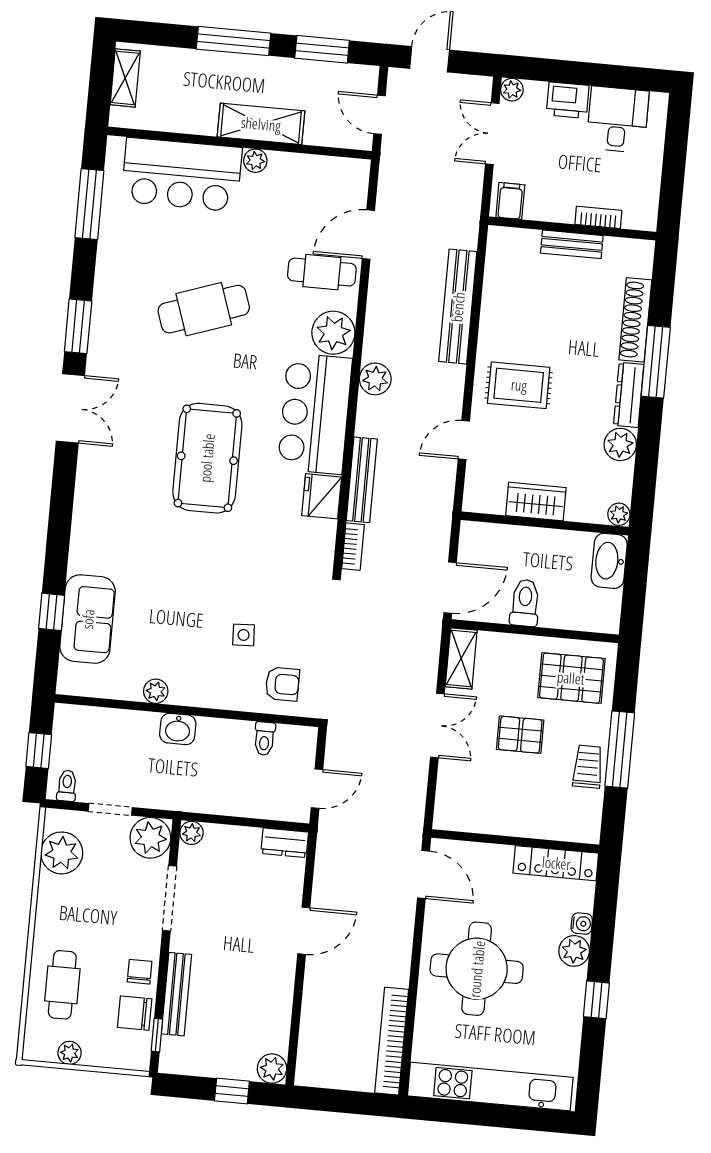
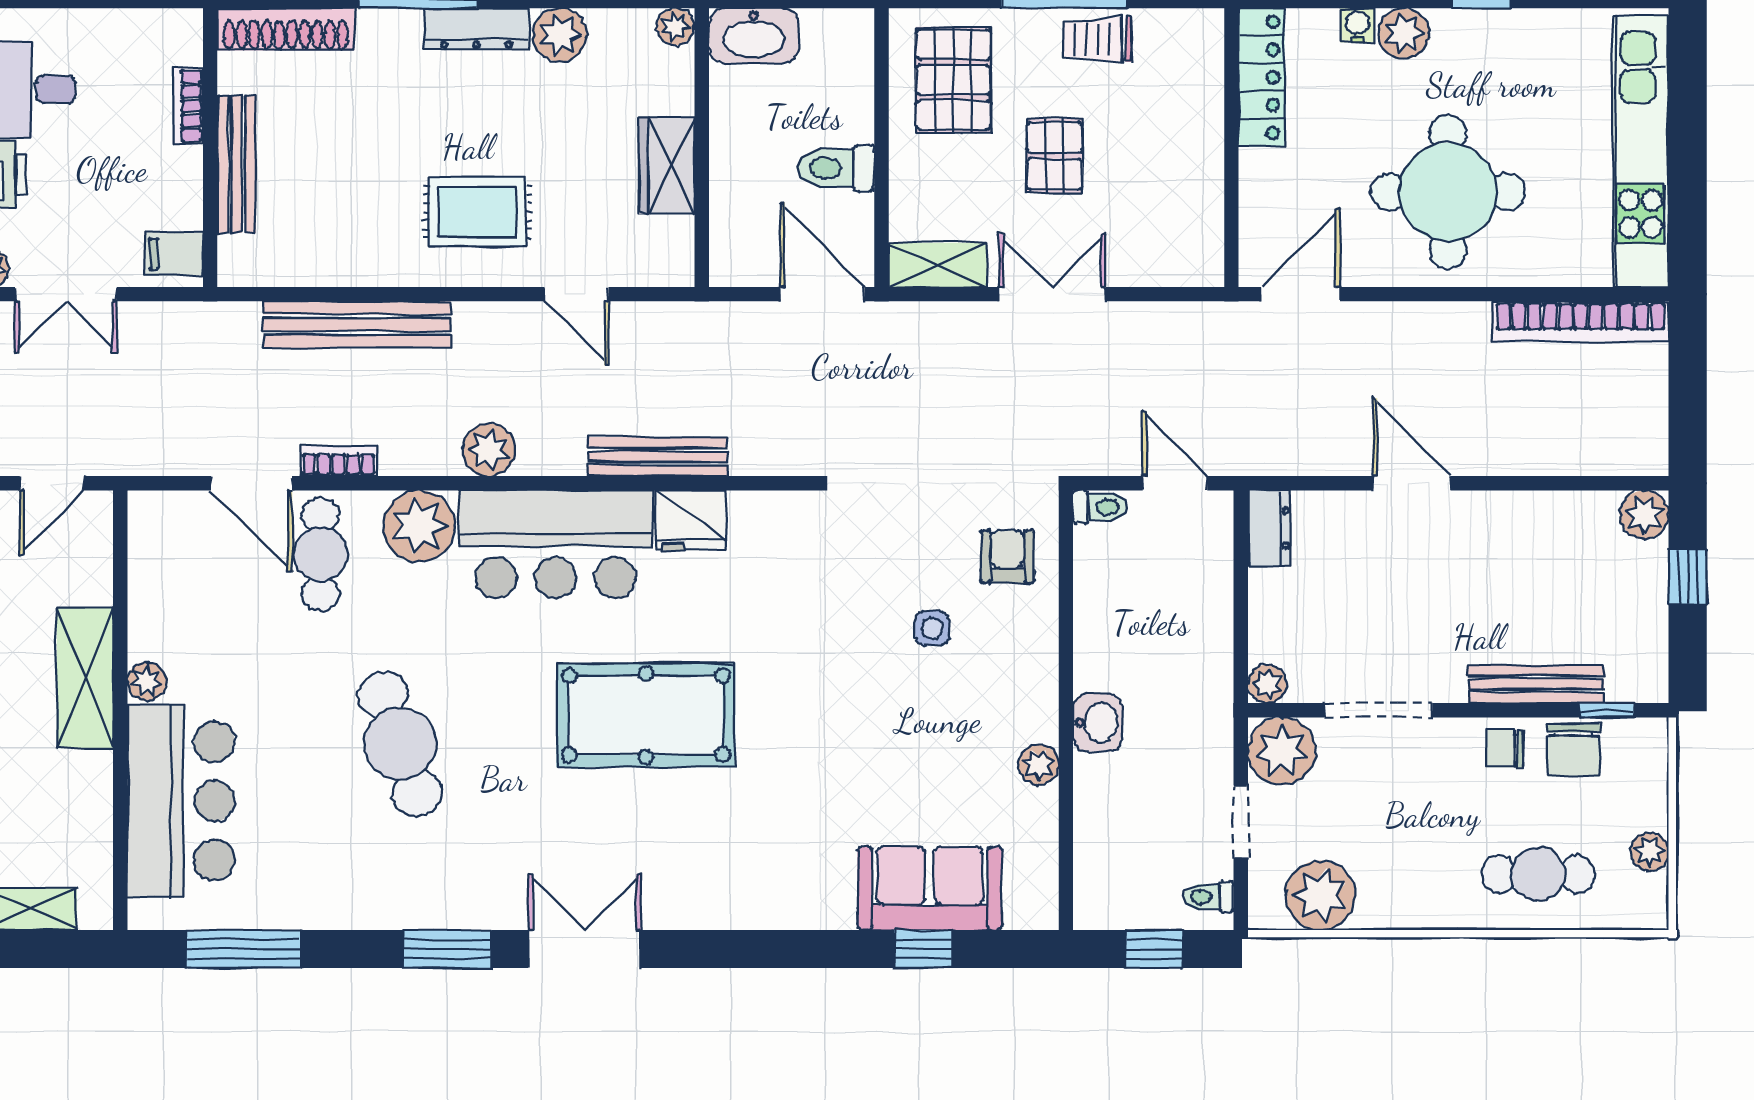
bench: (572, 244) -> (236, 164), width x1.36
shoe rack: (635, 320) -> (286, 29), moved
rug: (519, 385) -> (478, 212), turned 90
bookcase: (353, 547) -> (338, 461), moved
toilet: (264, 739) -> (1100, 507), moved

